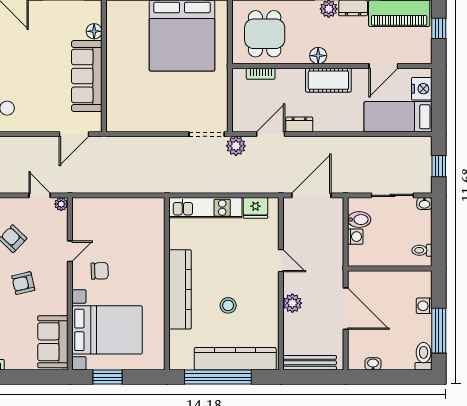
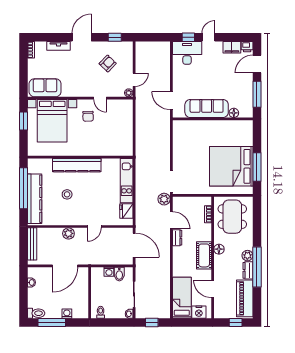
dining table: (265, 34) -> (232, 217), width x1.38
armchair: (23, 283) -> (81, 70), removed

